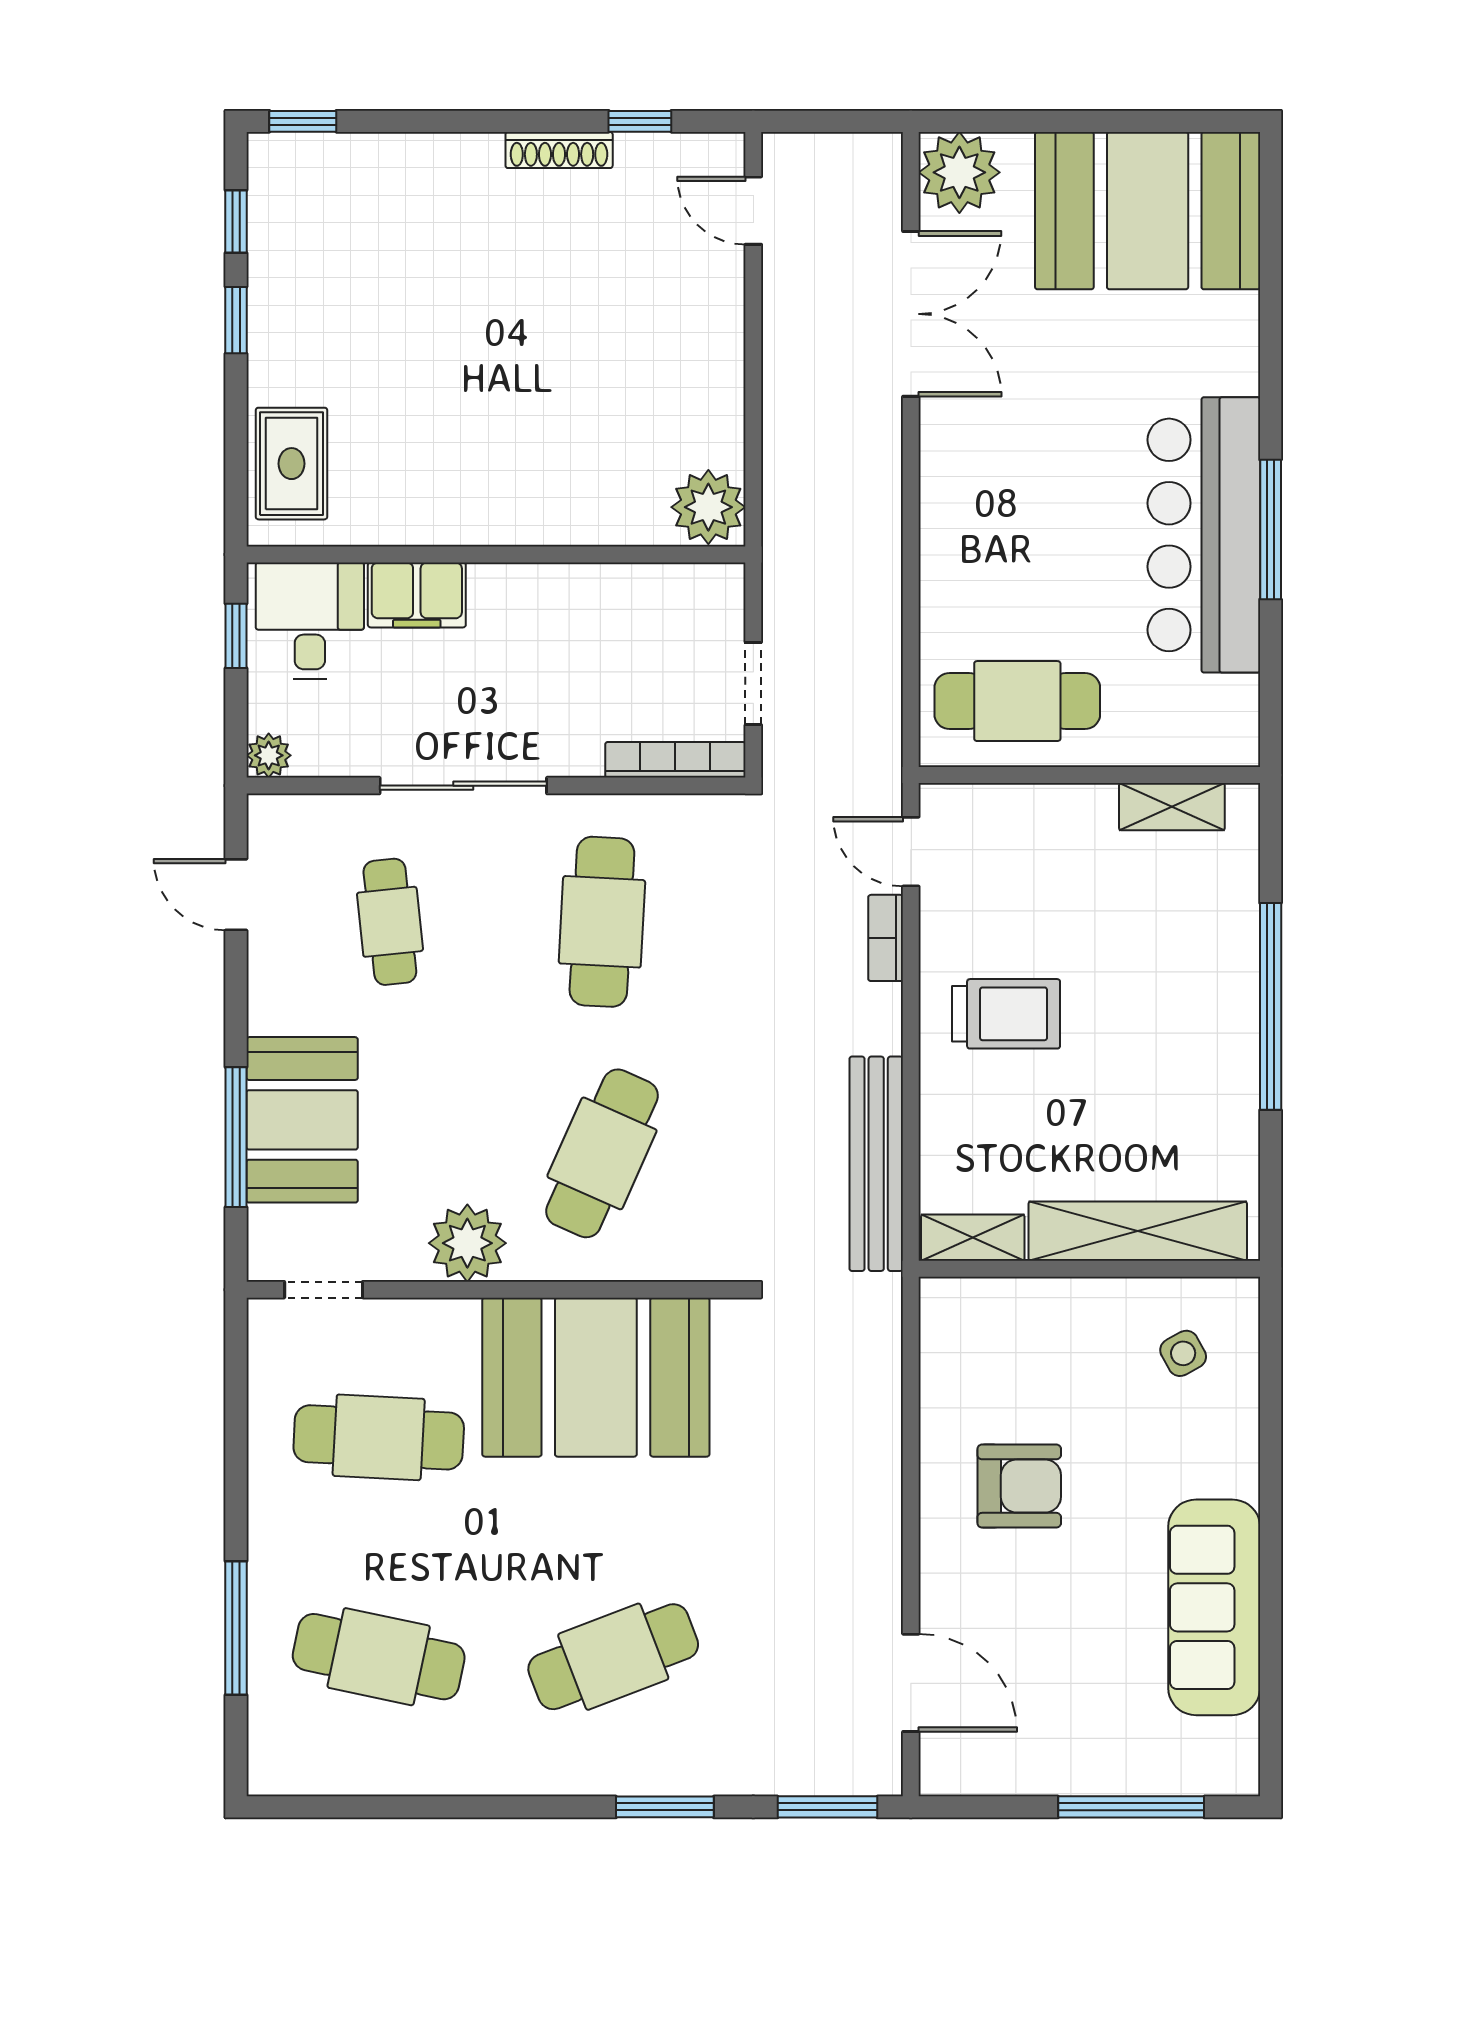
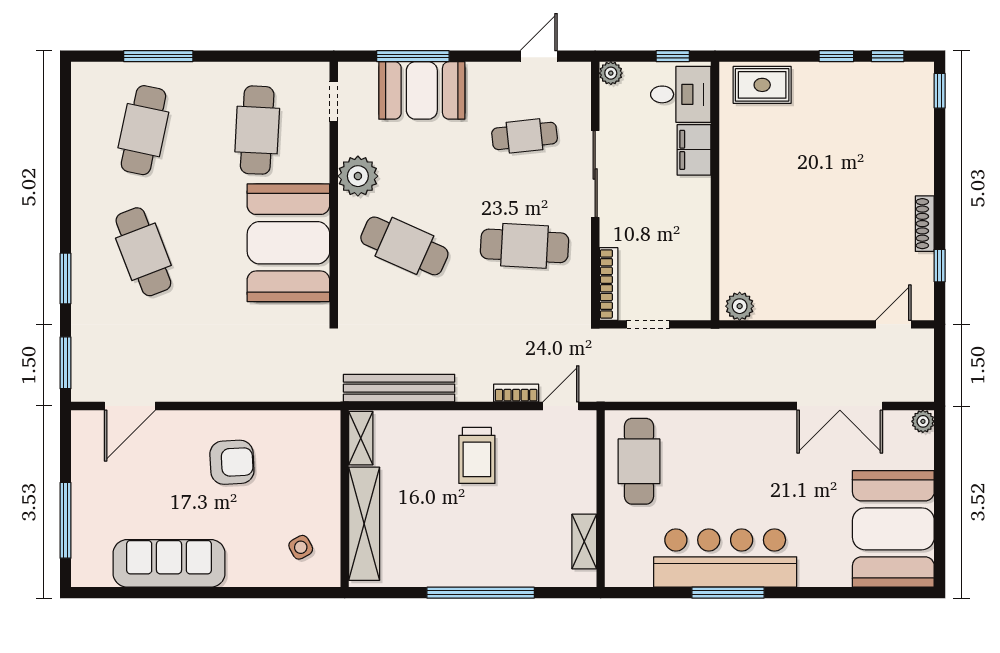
plant: (959, 172) -> (923, 421), width x0.53, depth x0.53
plant: (708, 507) -> (740, 306), width x0.73, depth x0.73
armchair: (1019, 1486) -> (232, 462), turned -93

